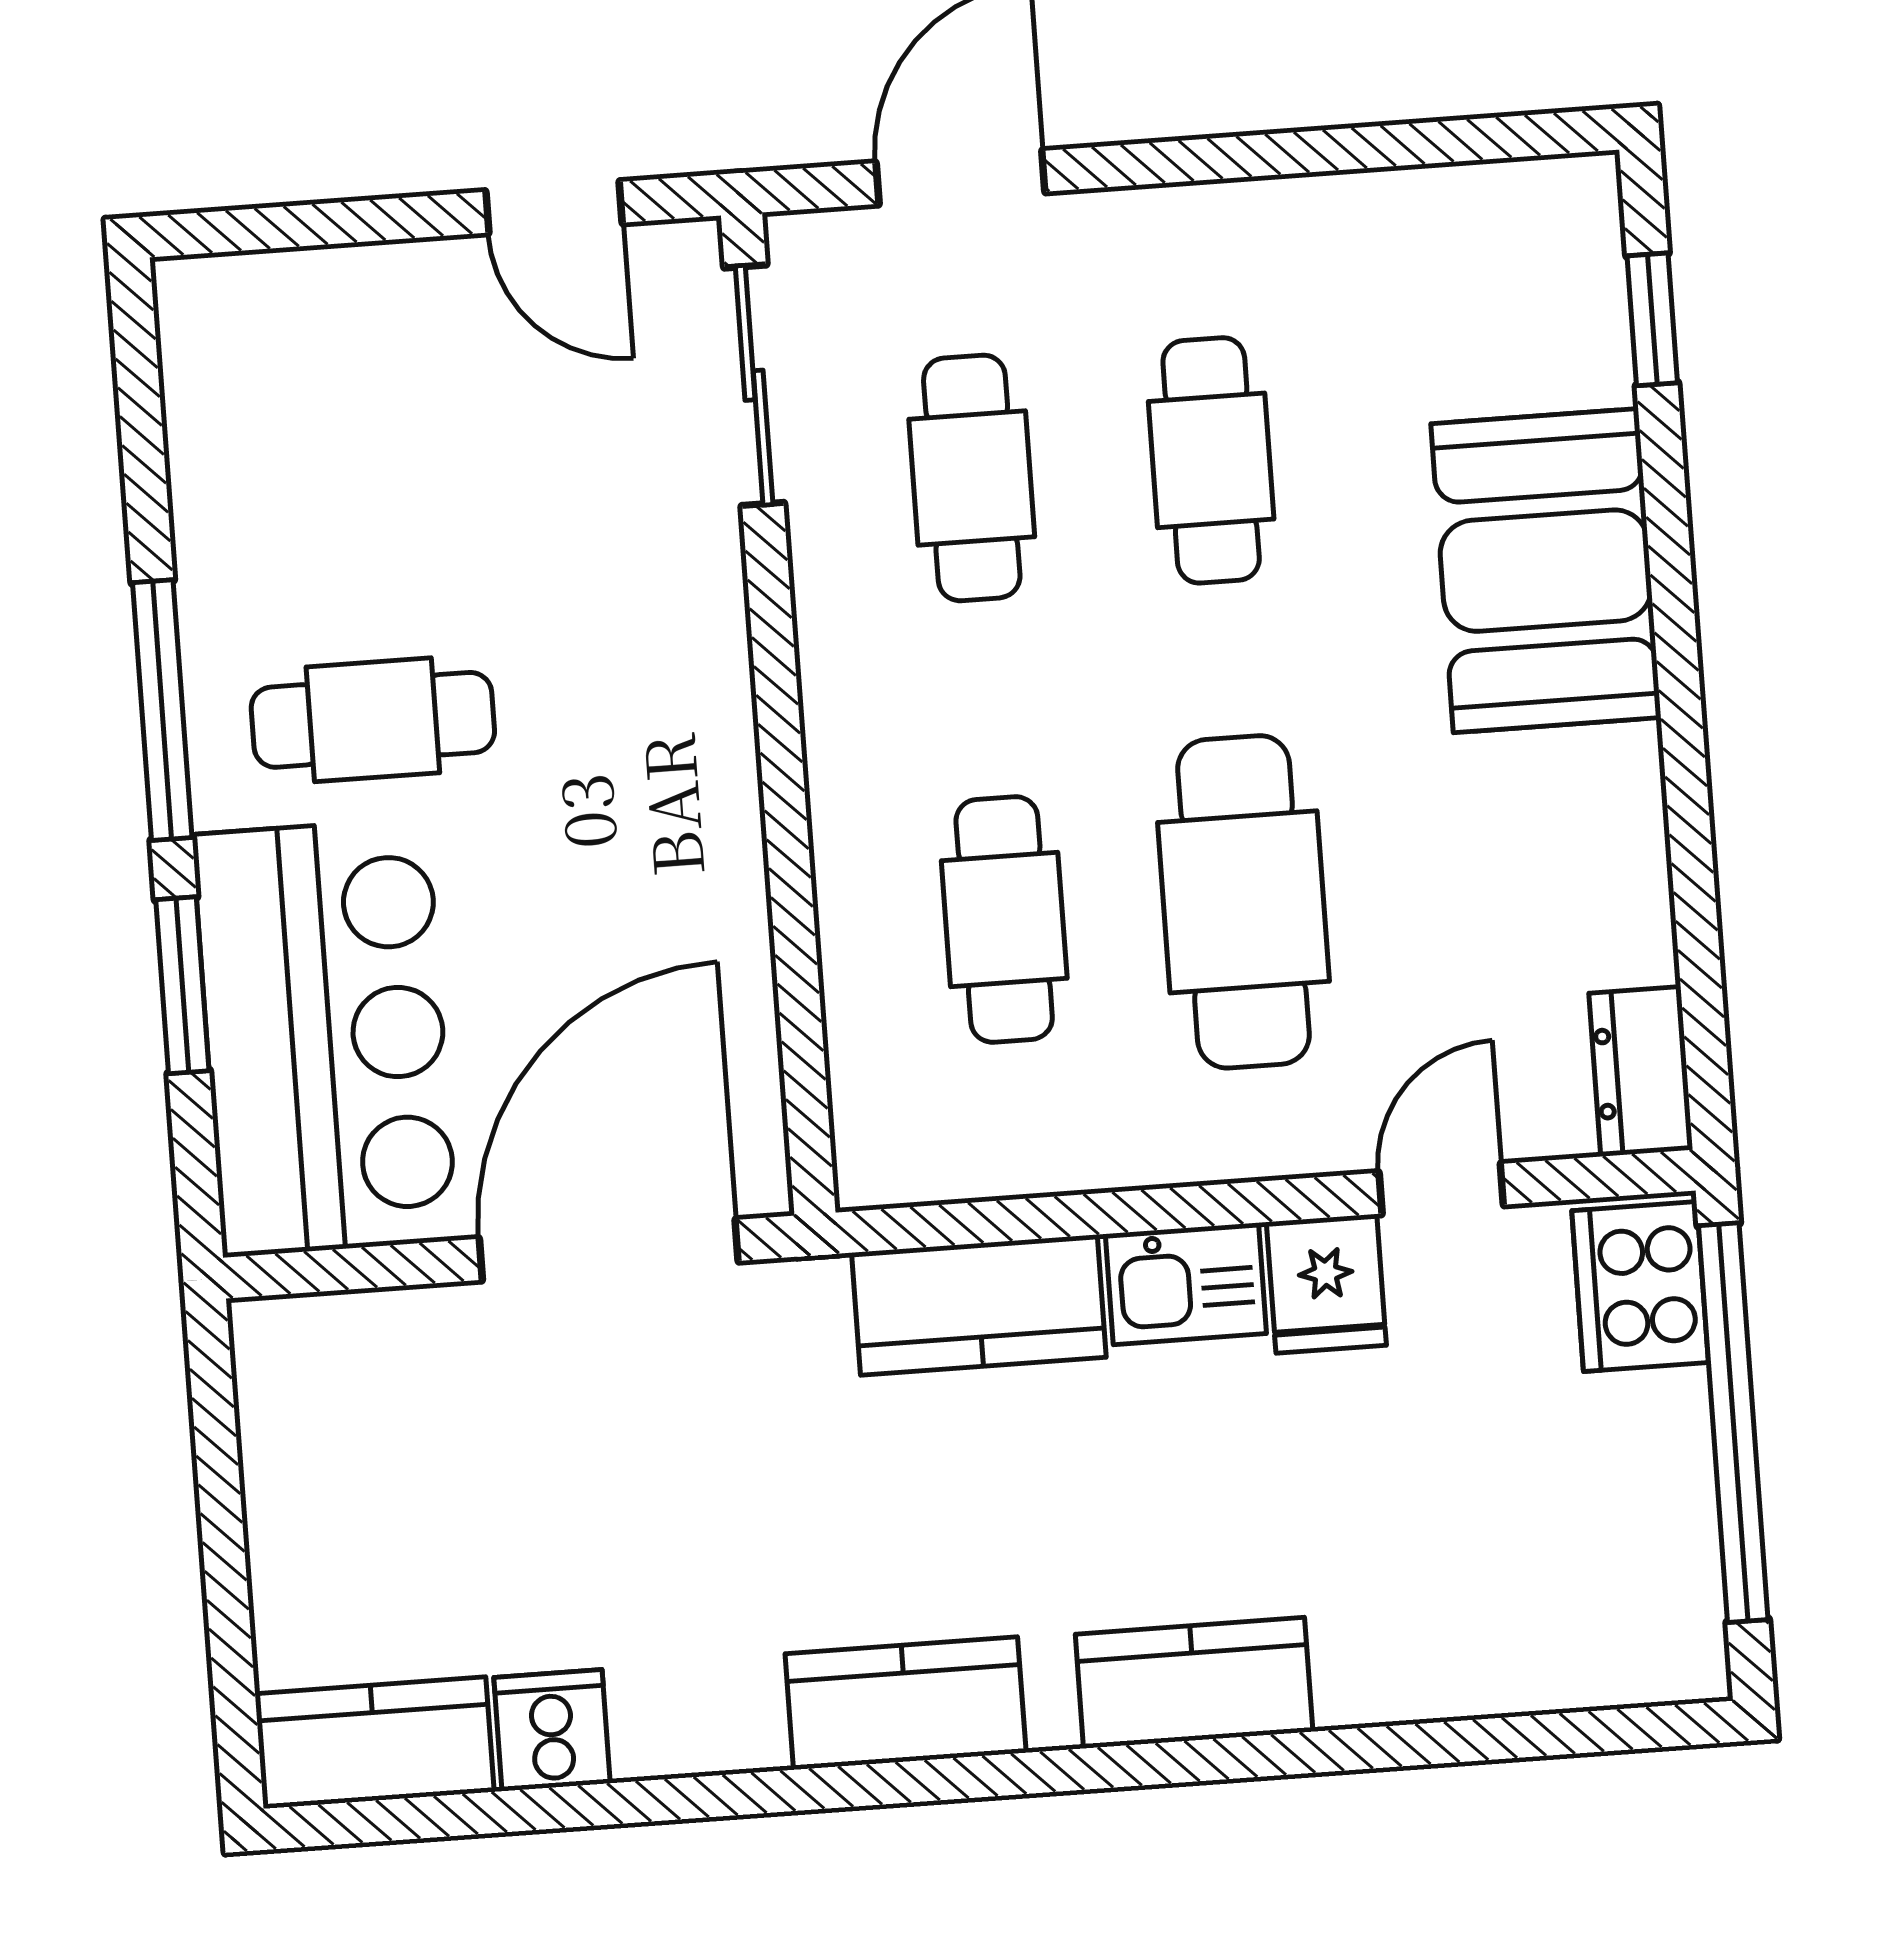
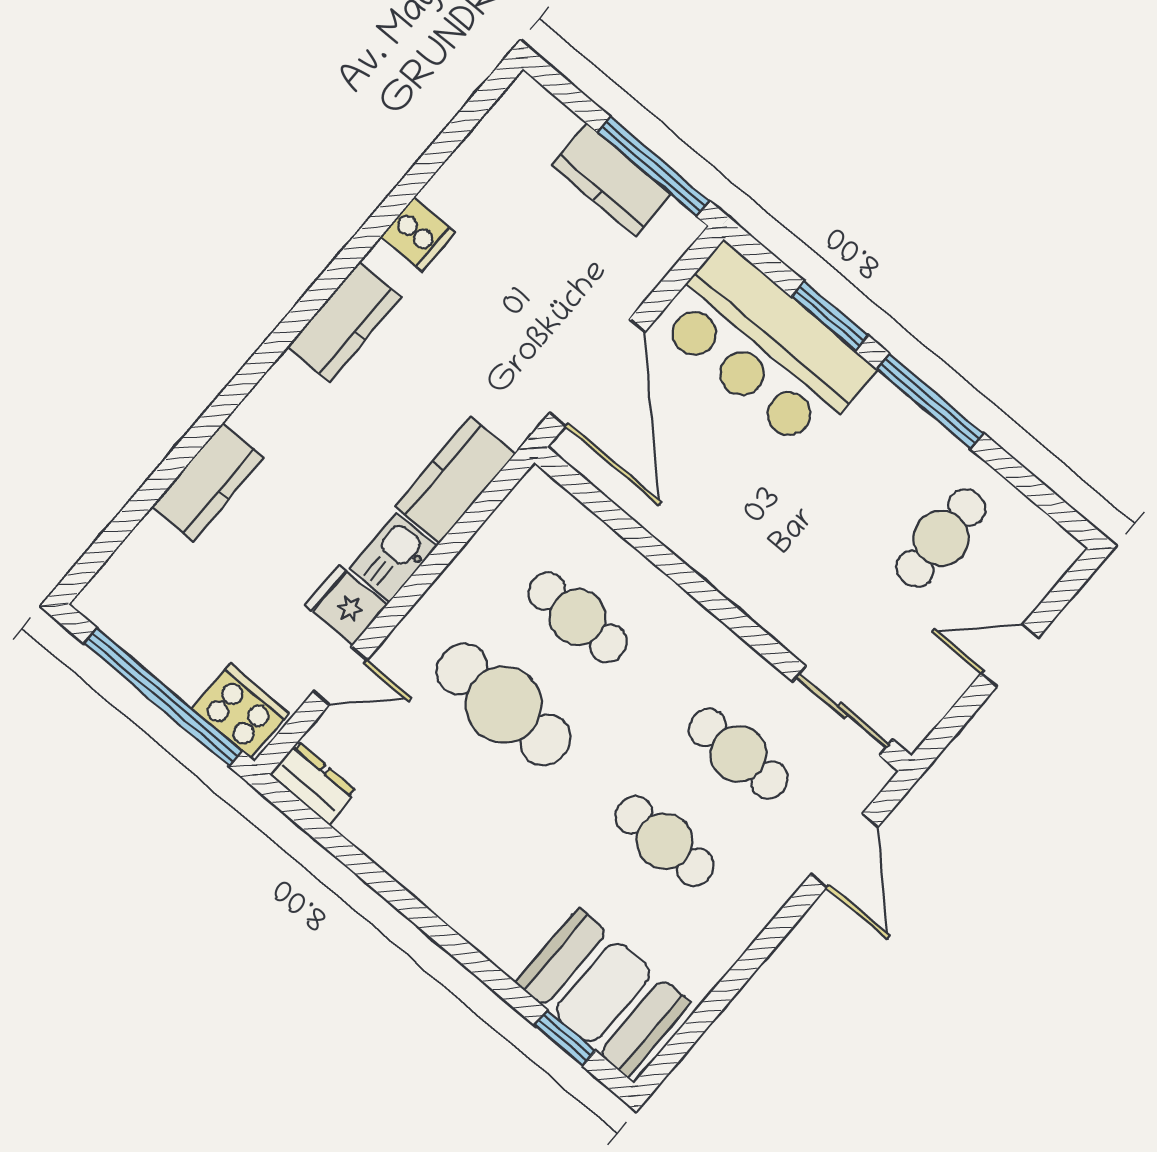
door: (554, 207) -> (1010, 655), moved
booth: (1546, 571) -> (603, 993), moved
cafe table: (373, 720) -> (941, 538), moved
door: (1441, 1189) -> (340, 676), hinge flipped
window: (218, 1469) -> (654, 167), added
kitchen counter: (1194, 1683) -> (208, 482), moved
cooker: (552, 1730) -> (418, 234), moved
kitchen counter: (375, 1743) -> (611, 180), moved, turned 90

